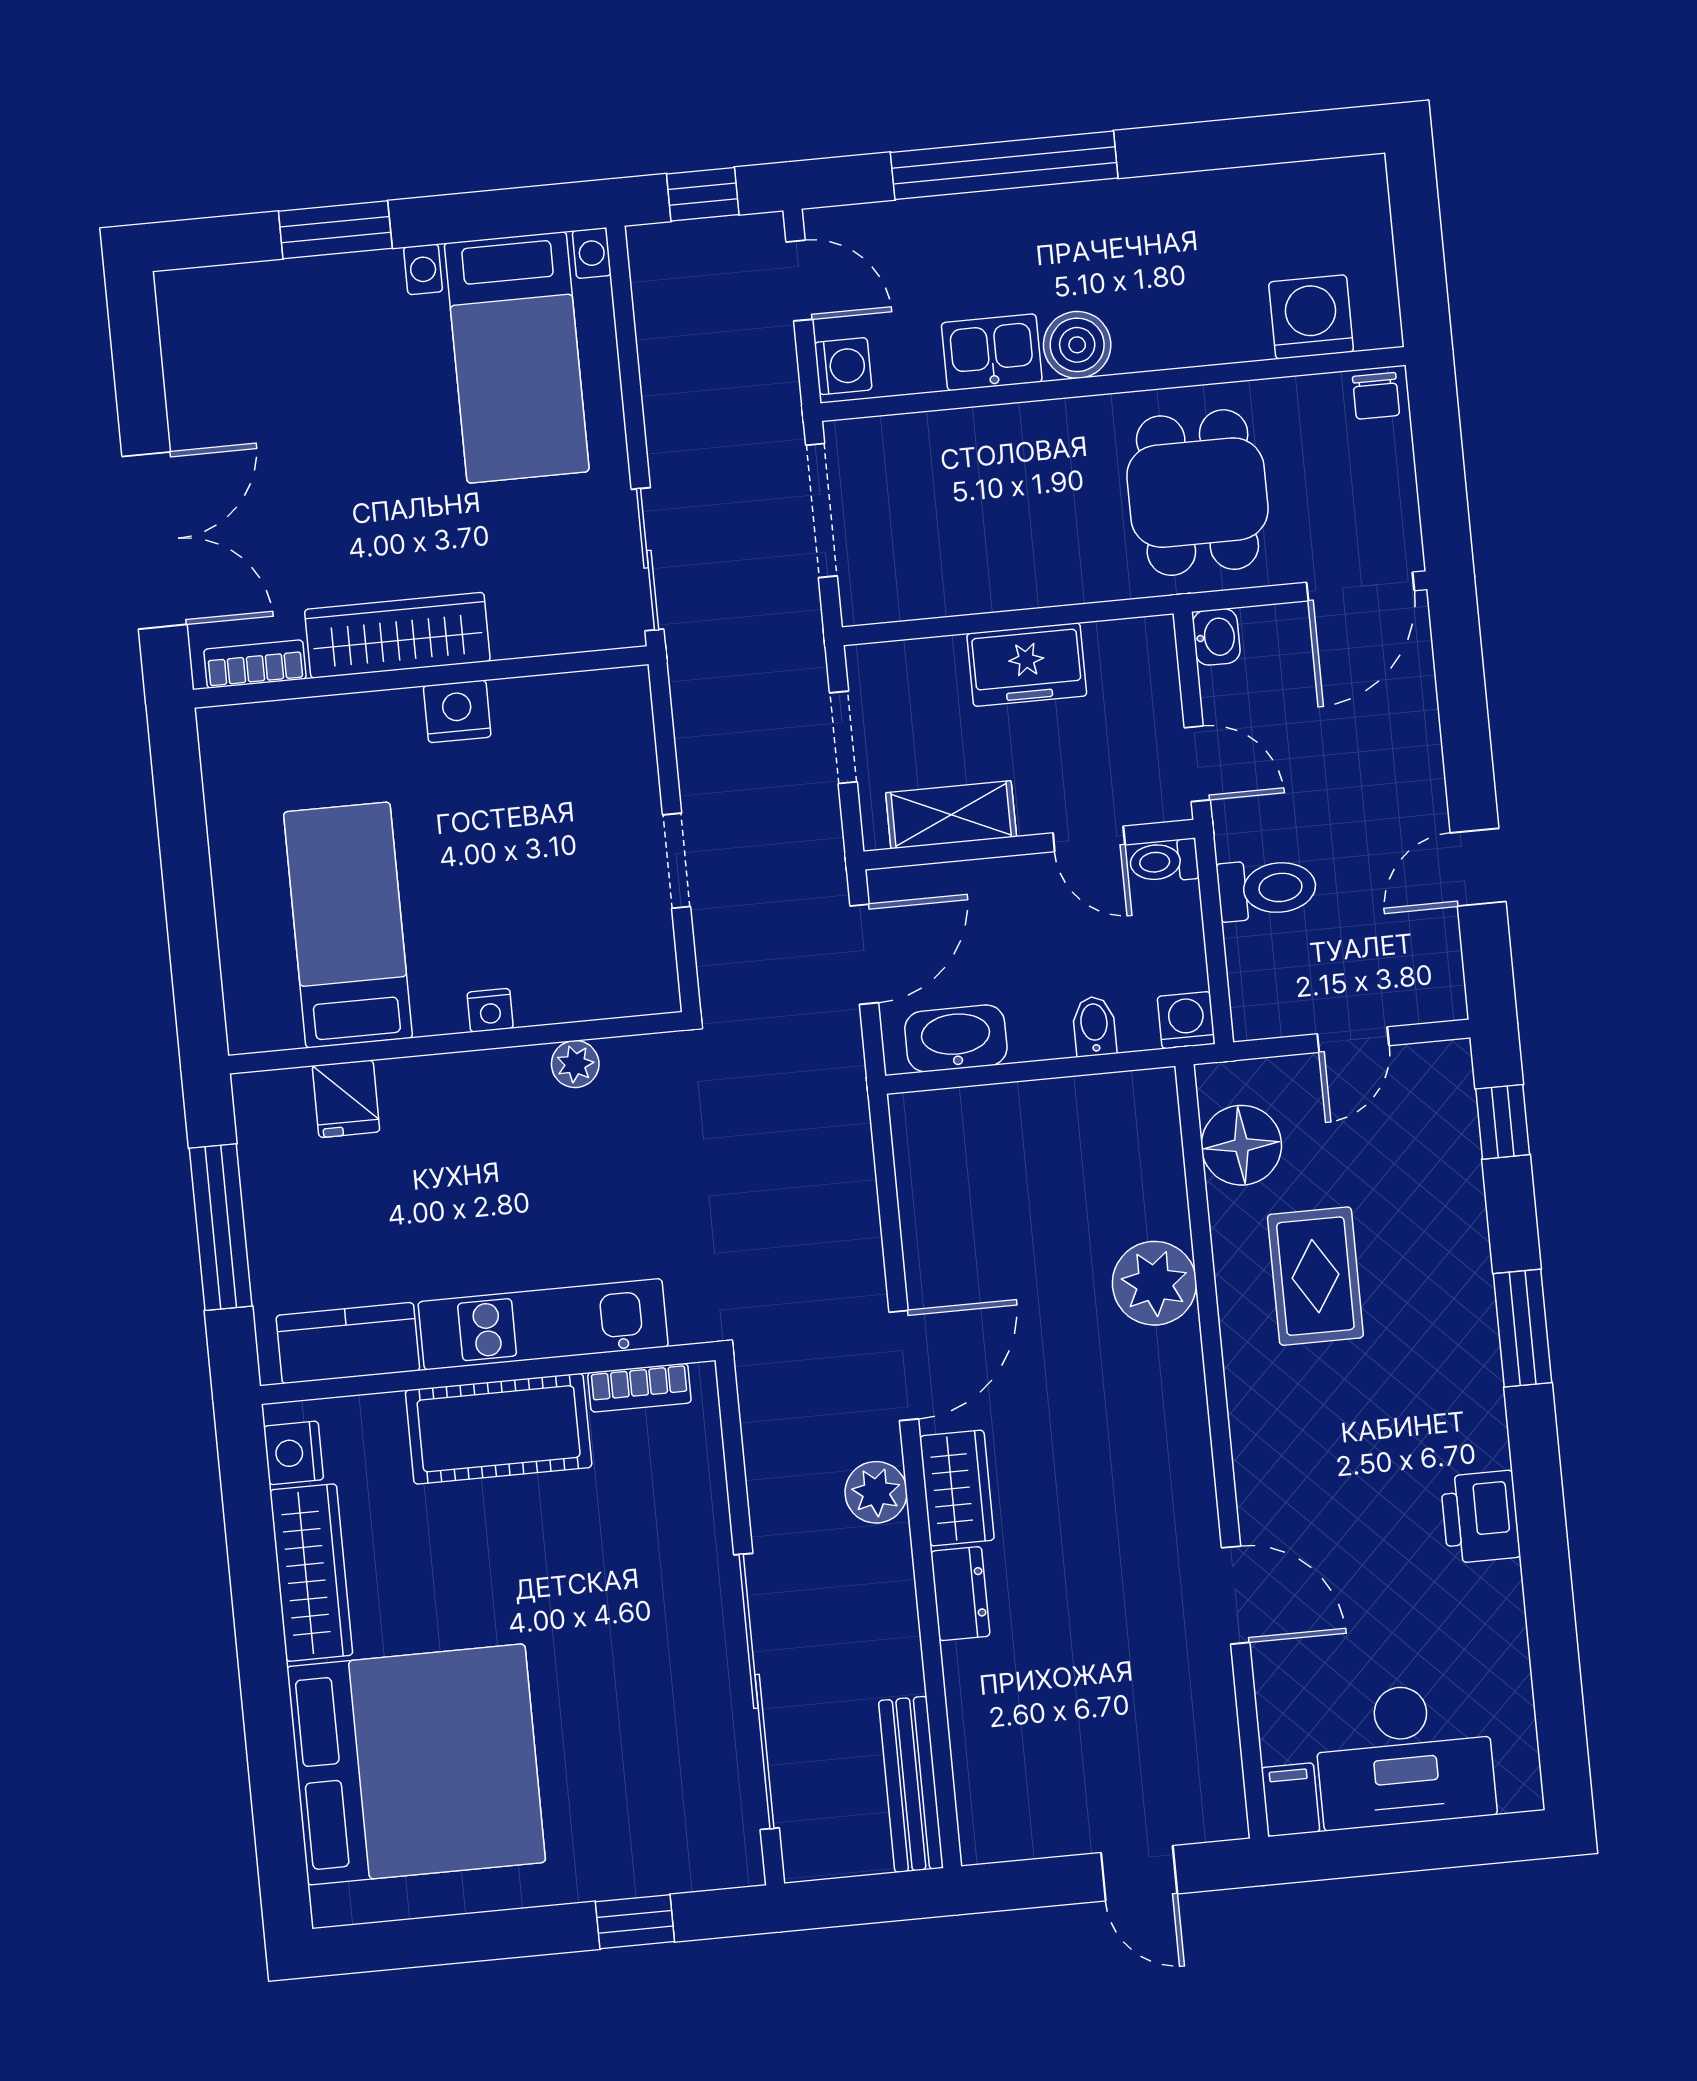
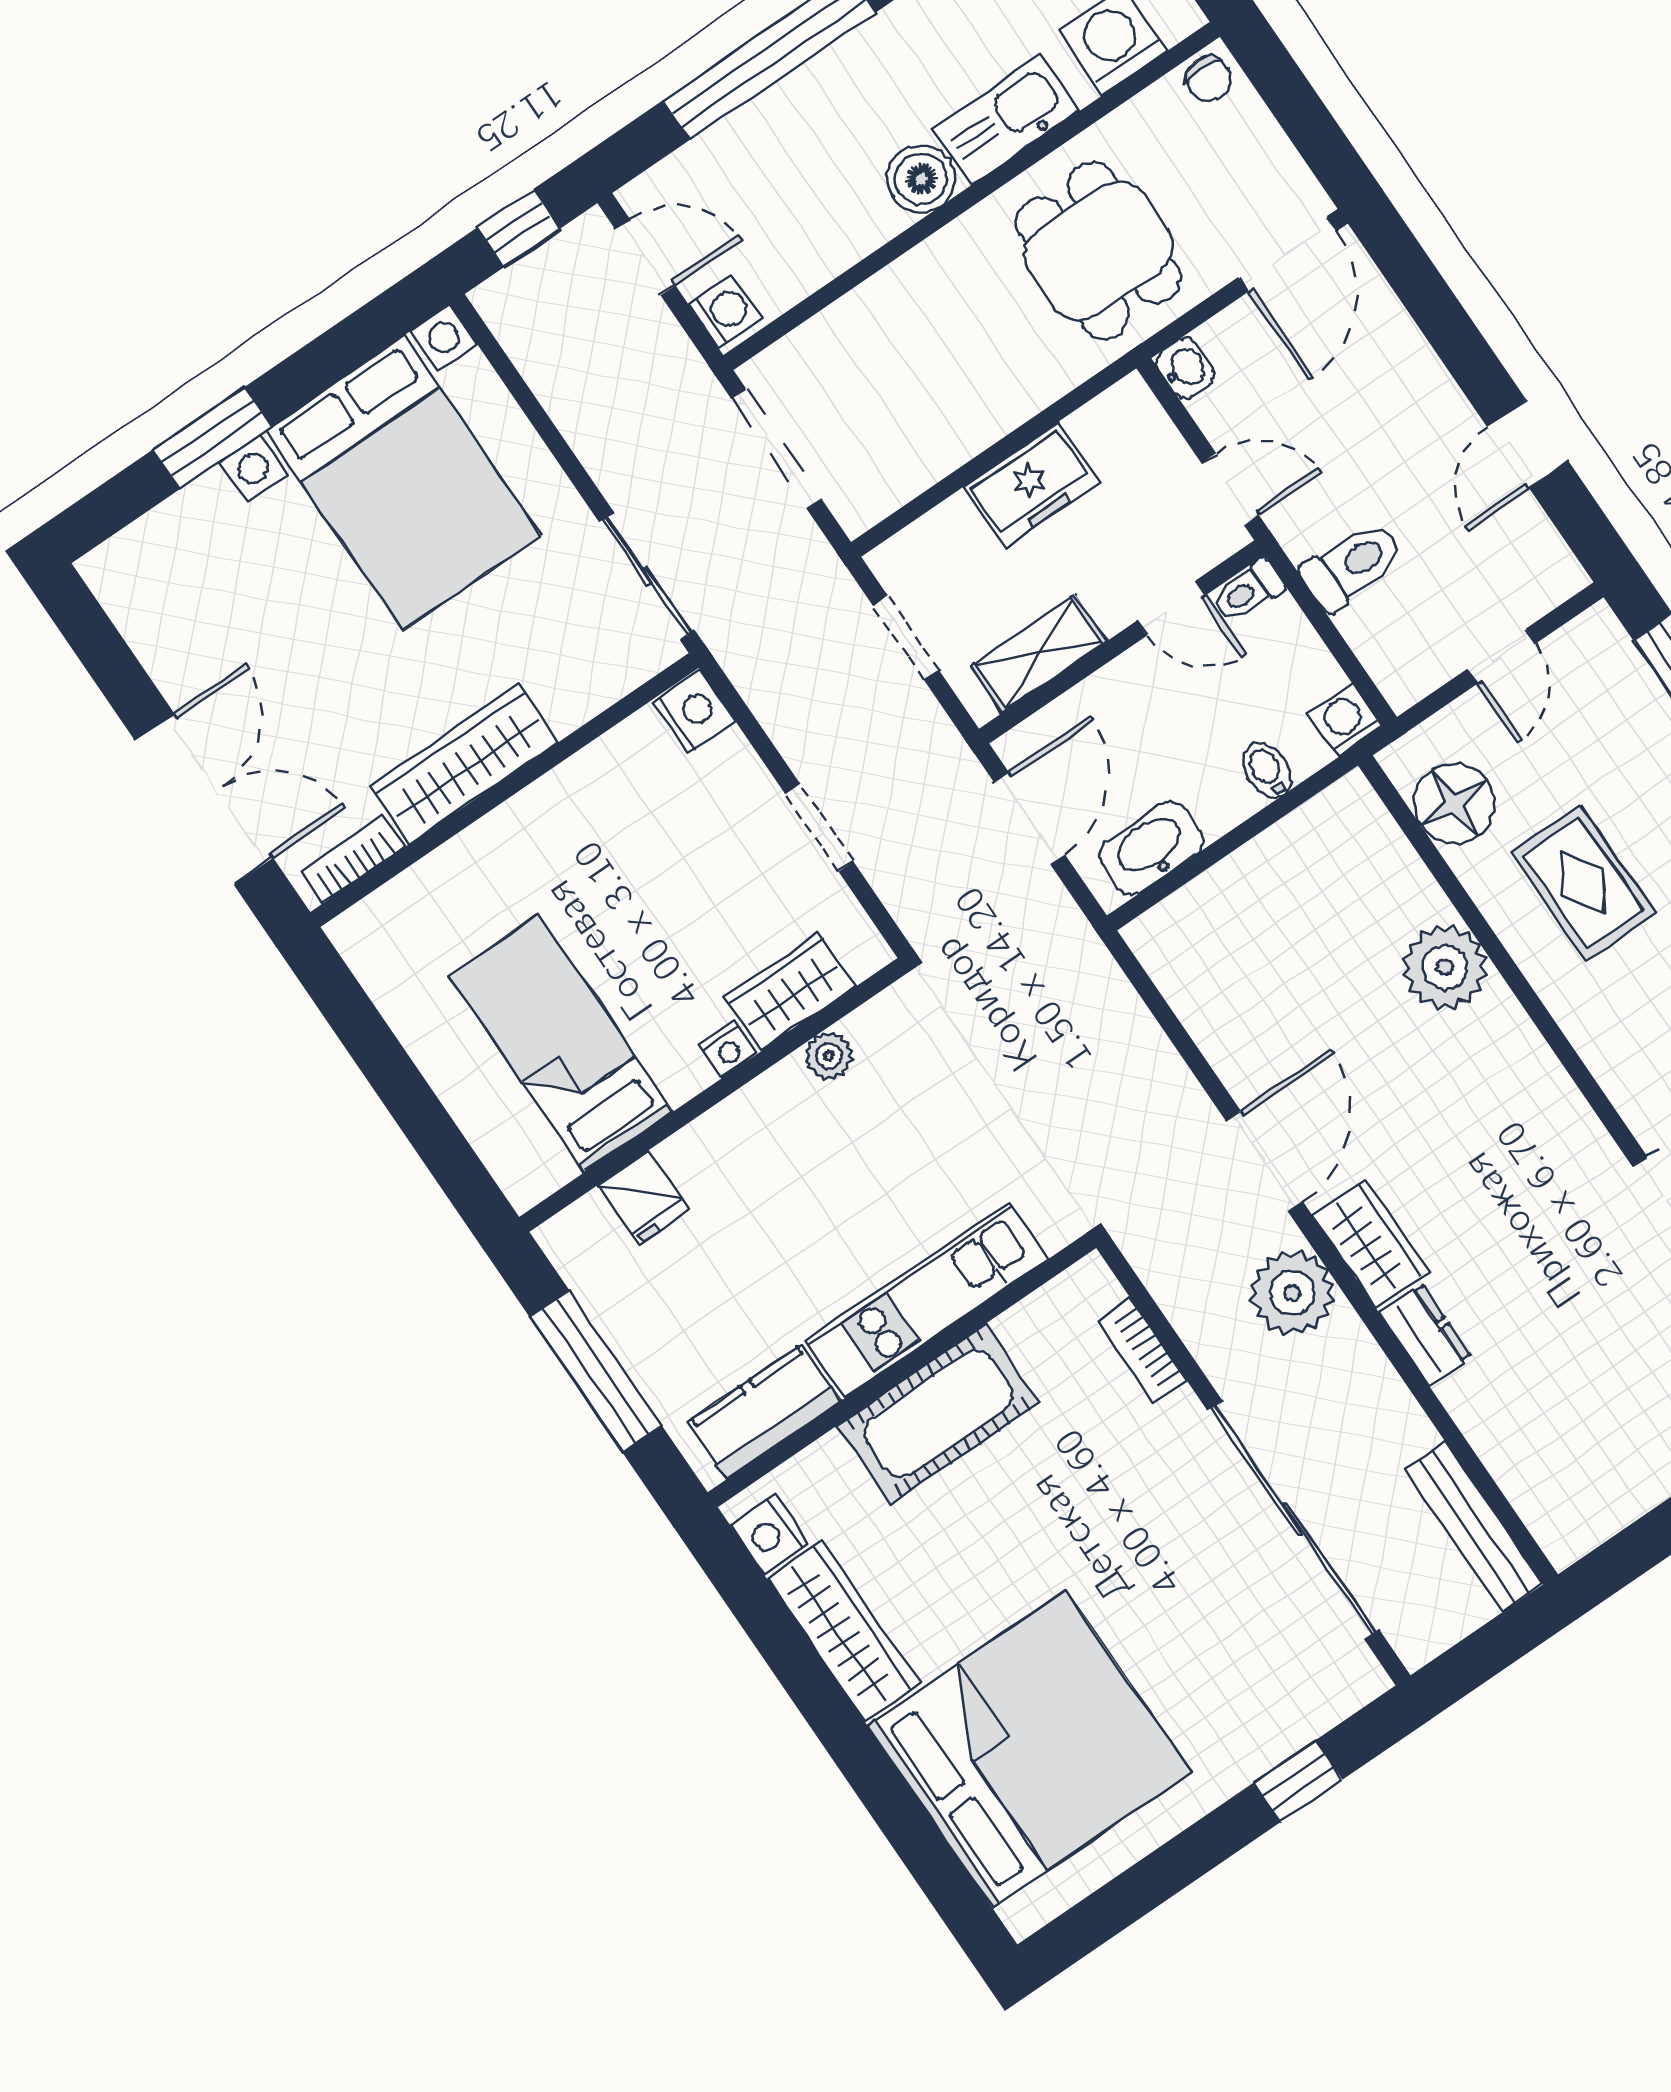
kitchen sink: (992, 352) -> (1006, 119), moved, width x1.38
bed with nightstands: (517, 357) -> (403, 483), width x1.36
nightstand: (457, 711) -> (694, 712), moved, turned 90
wardrobe: (573, 989) -> (790, 991), added
bookcase: (639, 1388) -> (1142, 1351), moved, turned 90
plant: (876, 1492) -> (1292, 1293), width x1.36, depth x1.36

